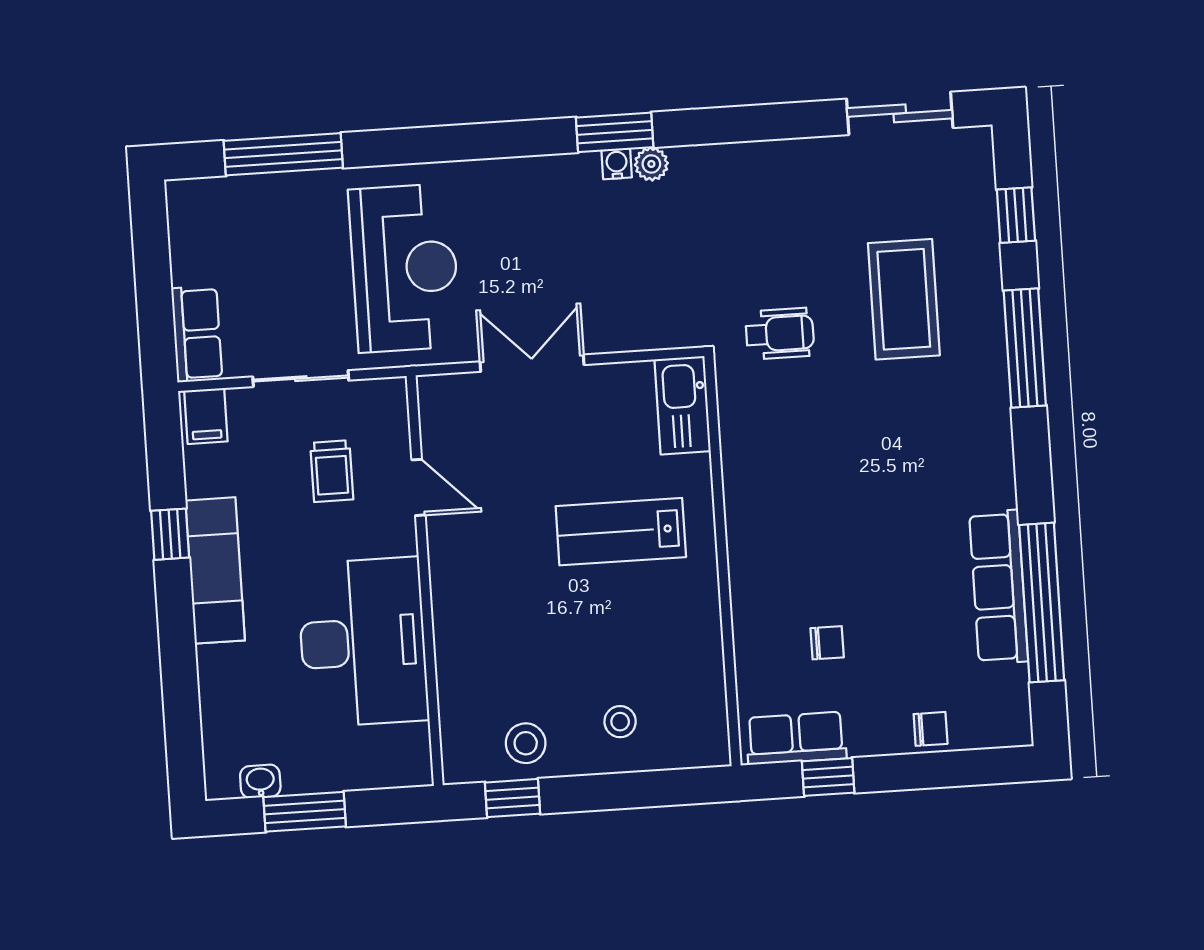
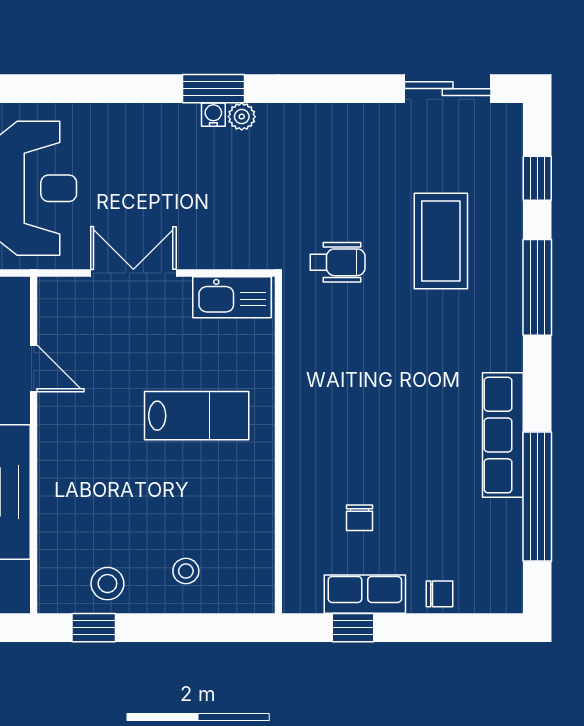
kitchen sink: (683, 405) -> (232, 297), moved, turned -90
lab bench: (621, 532) -> (197, 416), turned 180
row of seats: (999, 587) -> (503, 435), moved
chair: (827, 643) -> (360, 518), turned 90
row of seats: (796, 738) -> (365, 594), moved

